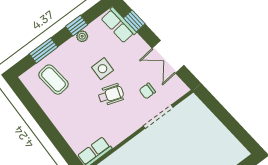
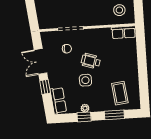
window: (134, 21) -> (45, 87), moved
double door: (168, 57) -> (41, 61), swing flipped

